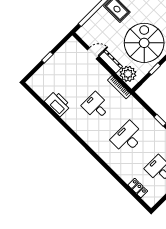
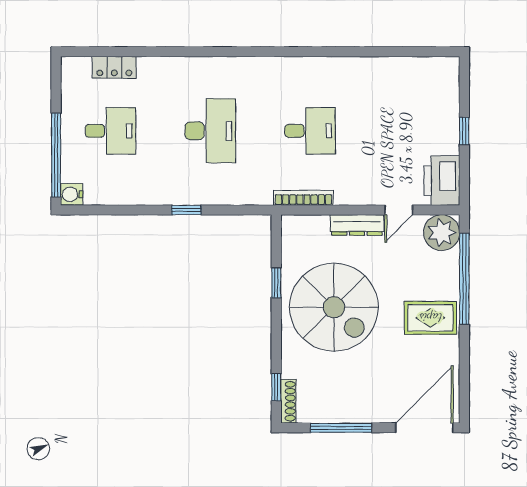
plant: (128, 74) -> (442, 233), moved
printer: (58, 104) -> (442, 181), moved, turned 90

